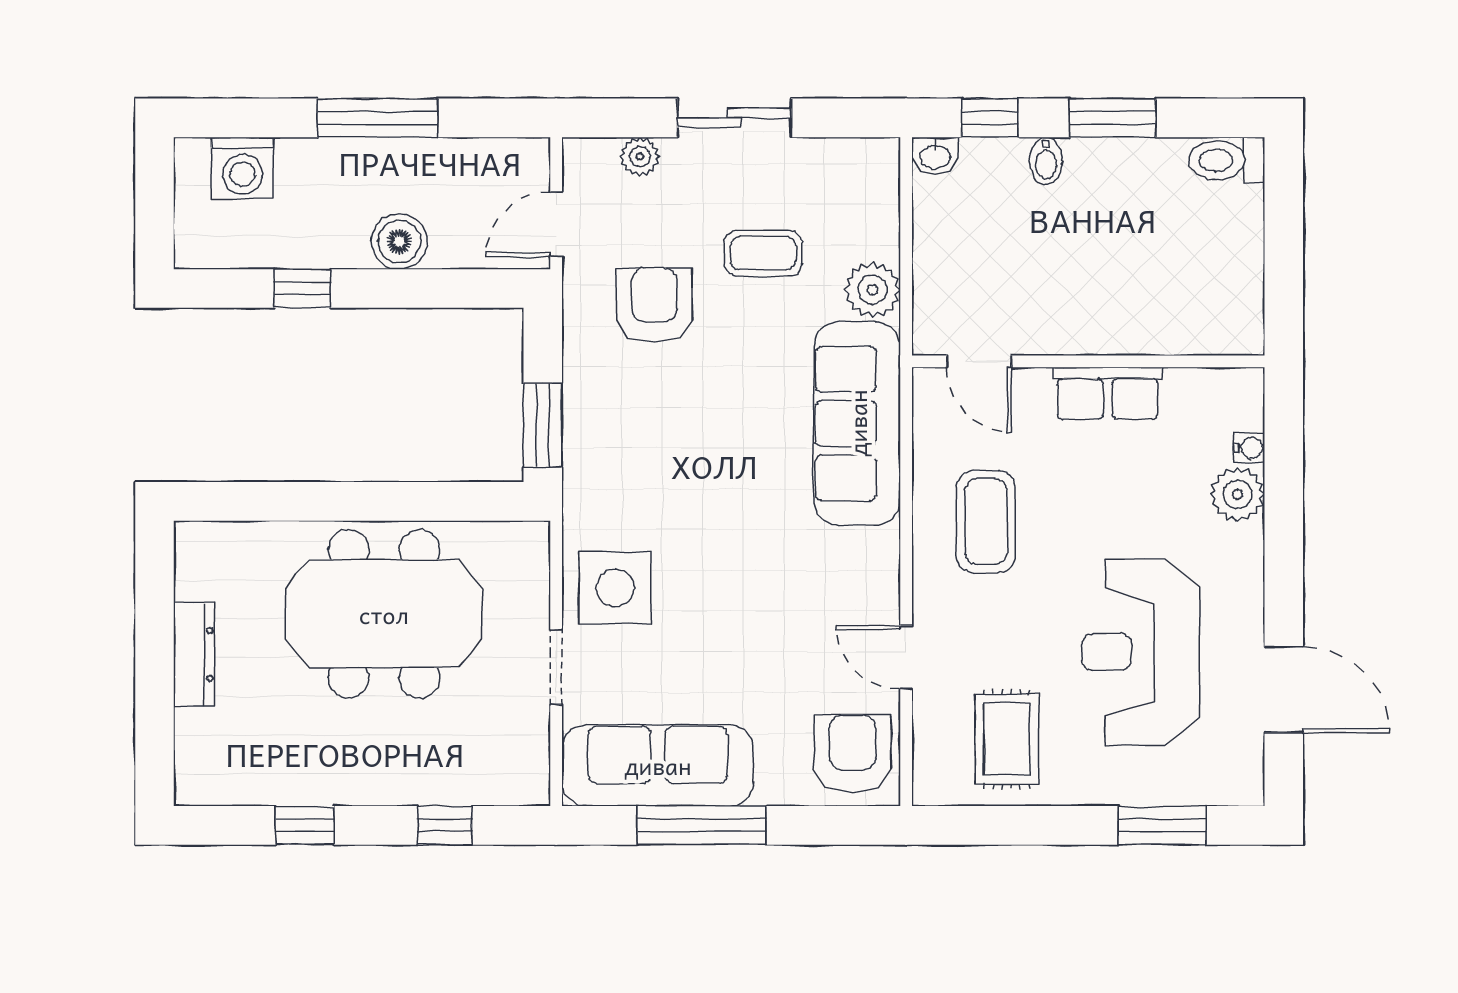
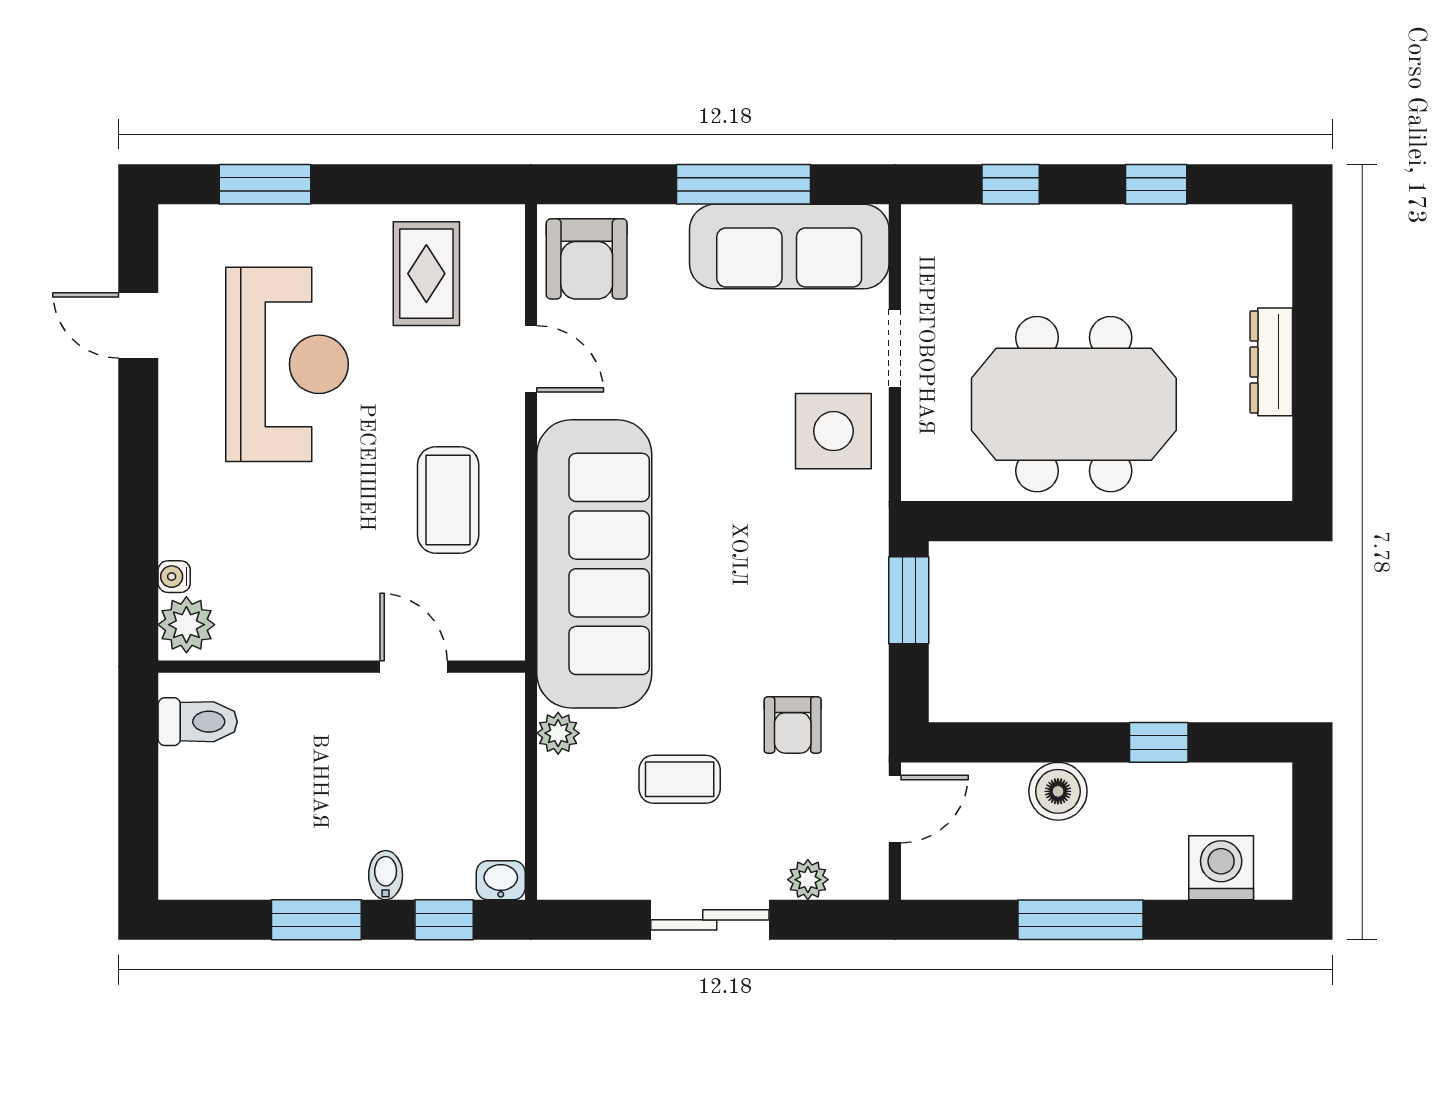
toilet: (1227, 160) -> (198, 722), moved
plant: (873, 290) -> (558, 733), width x0.73, depth x0.73
armchair: (654, 305) -> (793, 725), width x0.72, depth x0.72
door: (979, 361) -> (414, 667), moved
row of seats: (1108, 393) -> (321, 634), removed
sofa: (857, 423) -> (594, 564), width x1.36, depth x1.27
plant: (1237, 494) -> (186, 625), moved
door: (1284, 690) -> (138, 325), width x0.73

